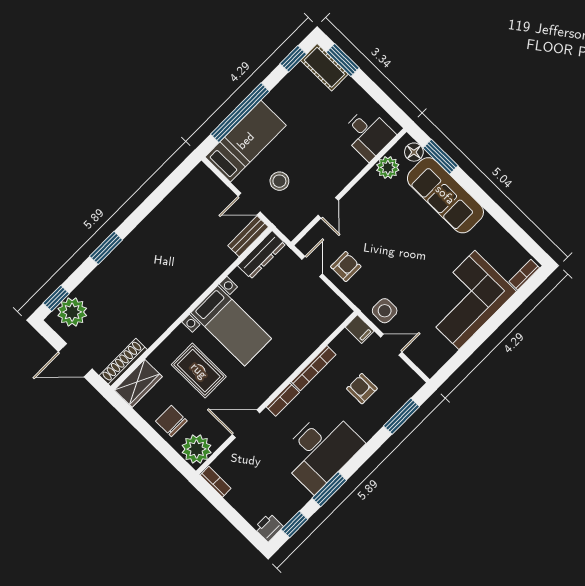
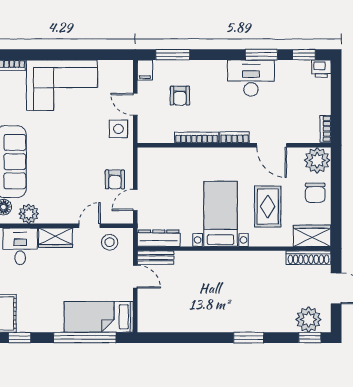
wardrobe: (346, 170) -> (55, 238), added
stool: (279, 181) -> (110, 242), moved
armchair: (346, 267) -> (115, 179), turned -90
filing cabinet: (360, 329) -> (145, 70), moved, turned 180
desk: (321, 450) -> (251, 78), width x0.73, depth x0.77

